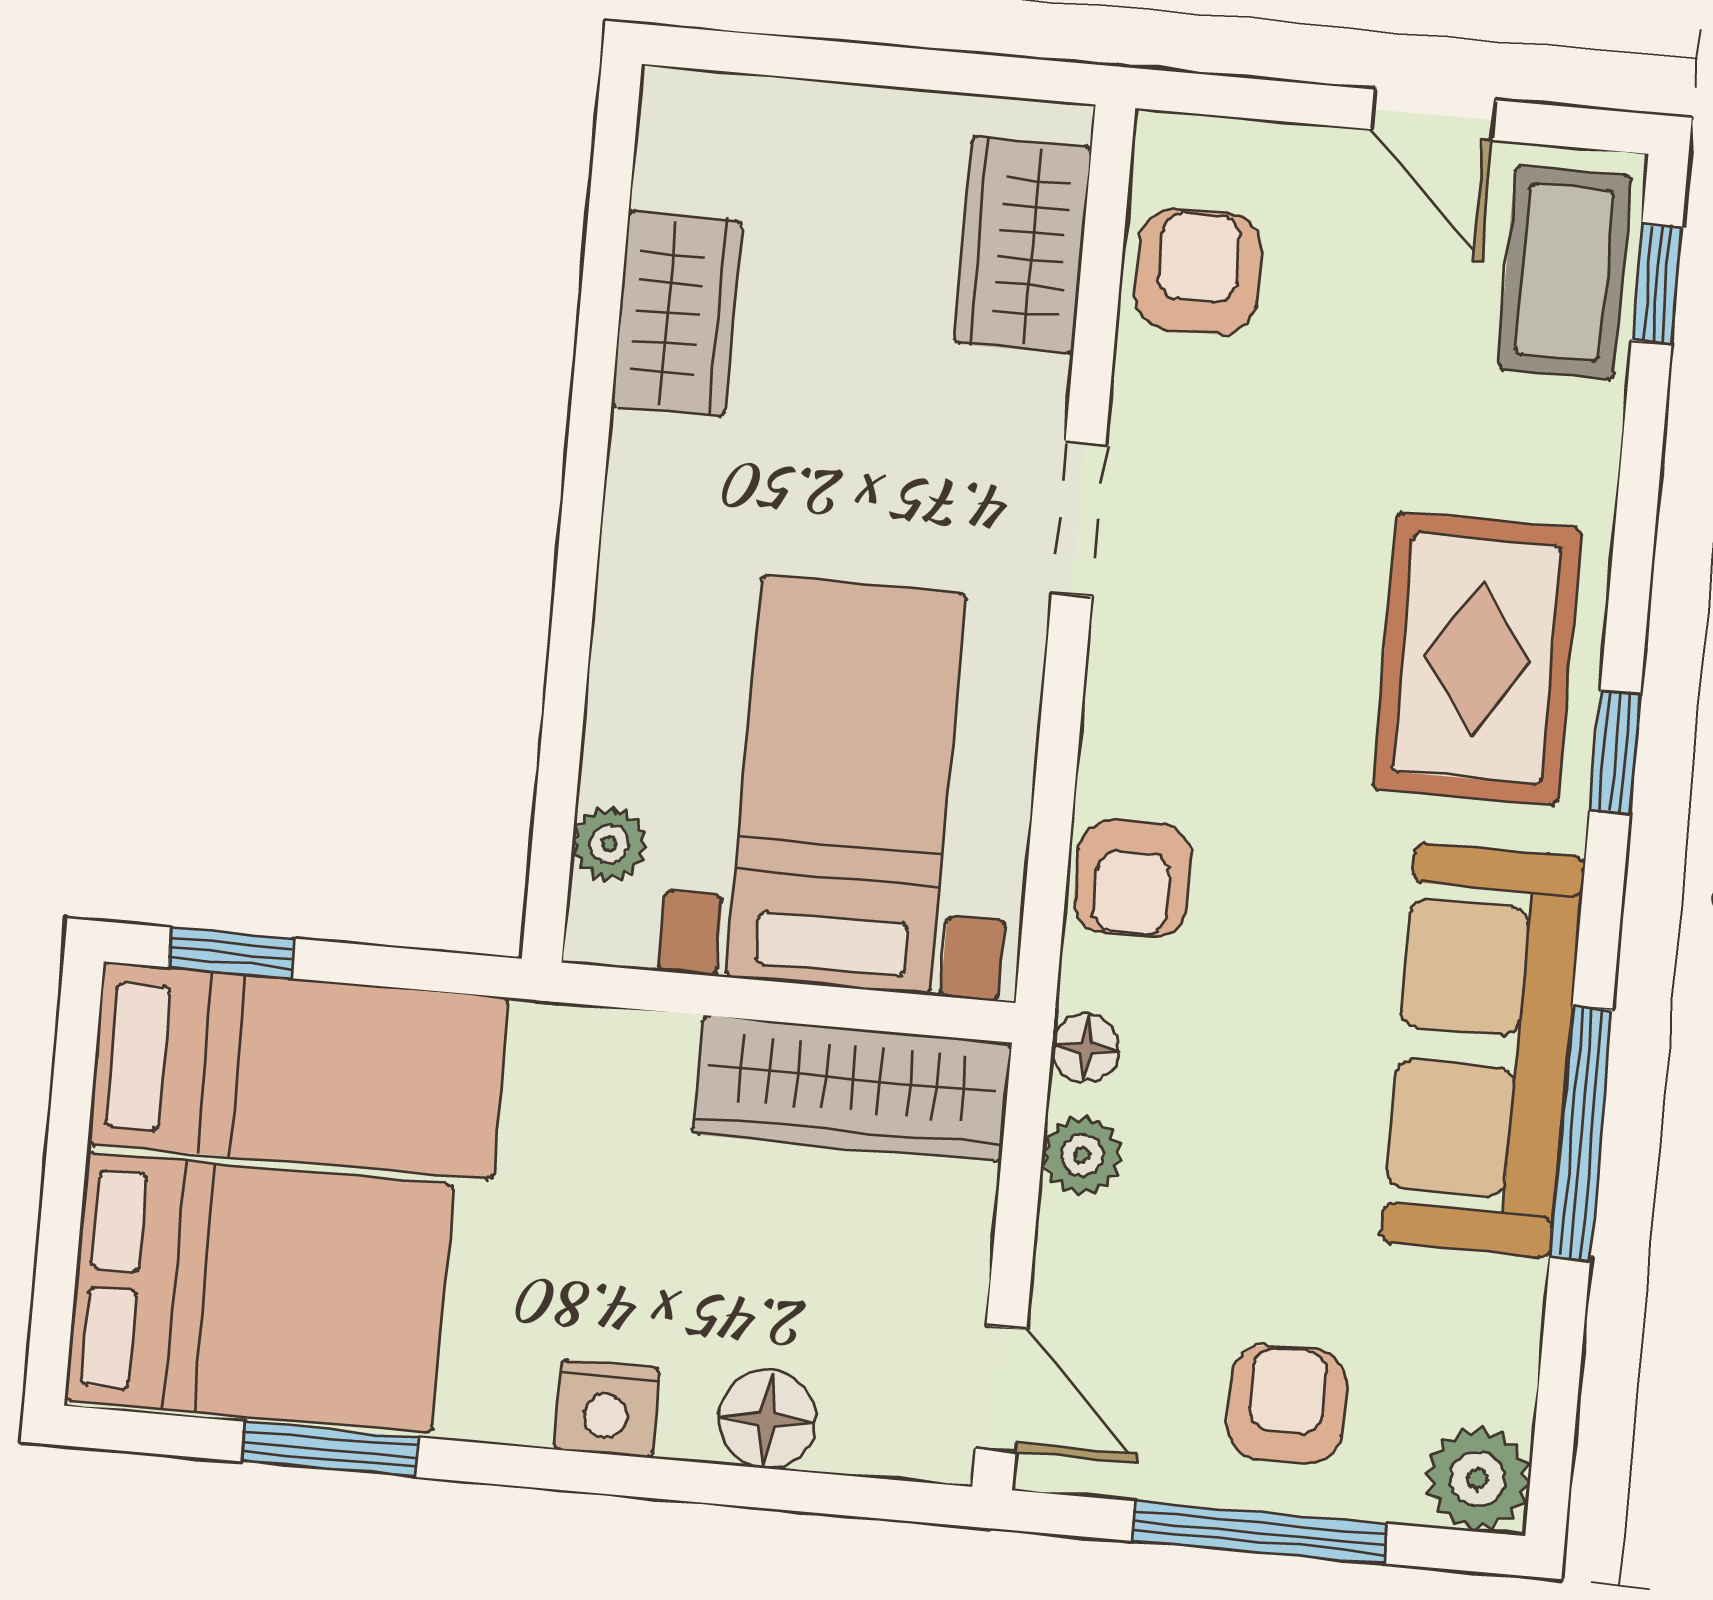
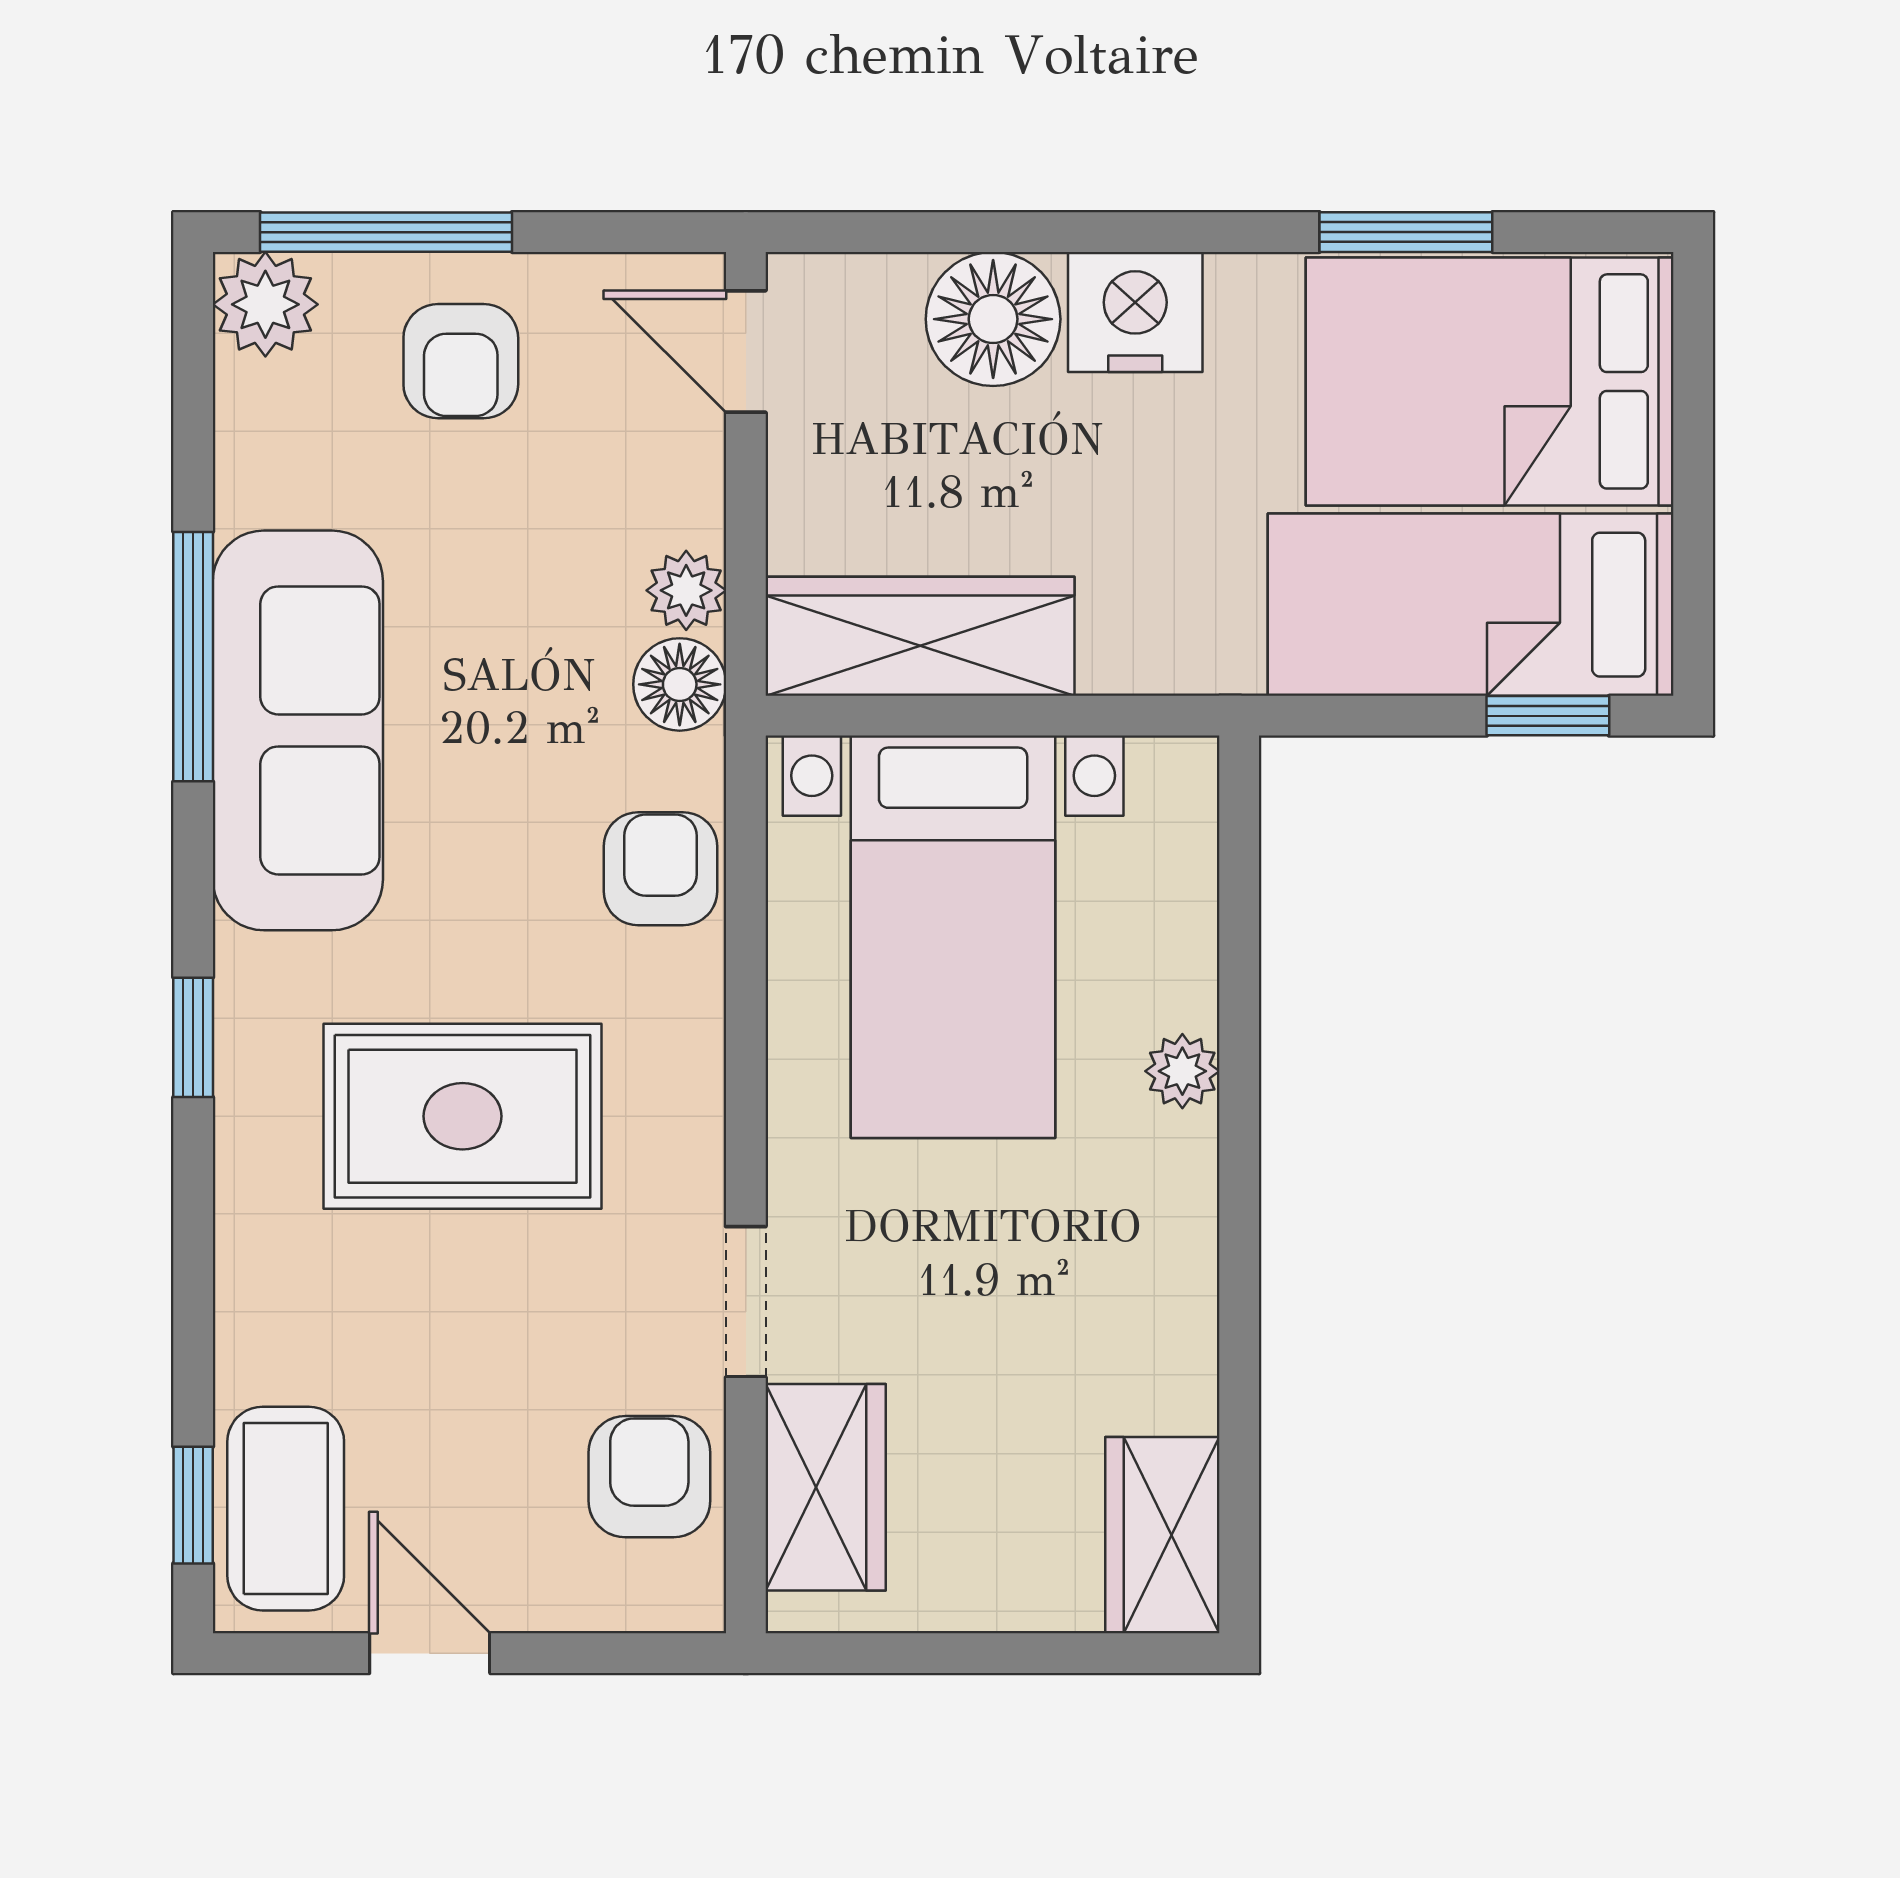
armchair: (1198, 272) -> (649, 1477), turned 180
wardrobe: (677, 314) -> (1162, 1535), moved
doorway: (1079, 519) -> (746, 1302), moved
rug: (1477, 659) -> (462, 1116), moved, turned 90
plant: (609, 844) -> (1182, 1071), moved
floor lamp: (1085, 1048) -> (680, 684), width x1.37, depth x1.37
nightstand: (607, 1408) -> (1135, 312), width x1.36, depth x1.33
floor lamp: (767, 1419) -> (993, 319), width x1.38, depth x1.38
window: (1260, 1532) -> (386, 232), moved

